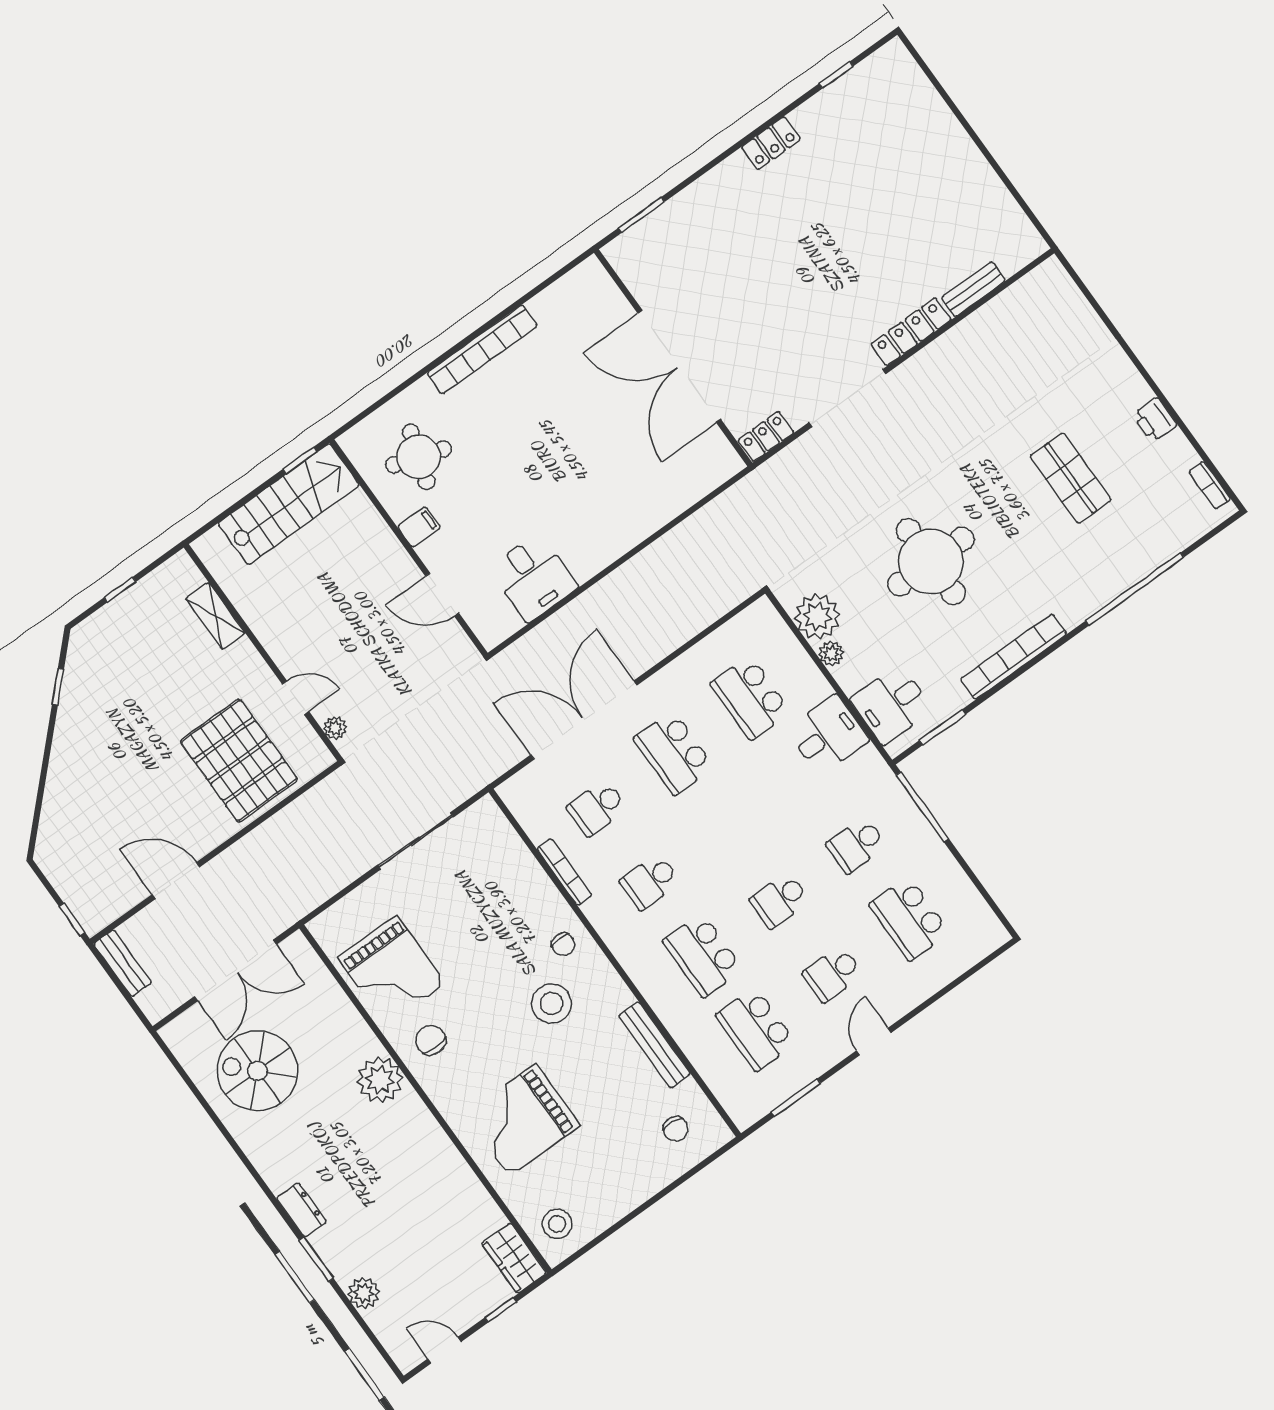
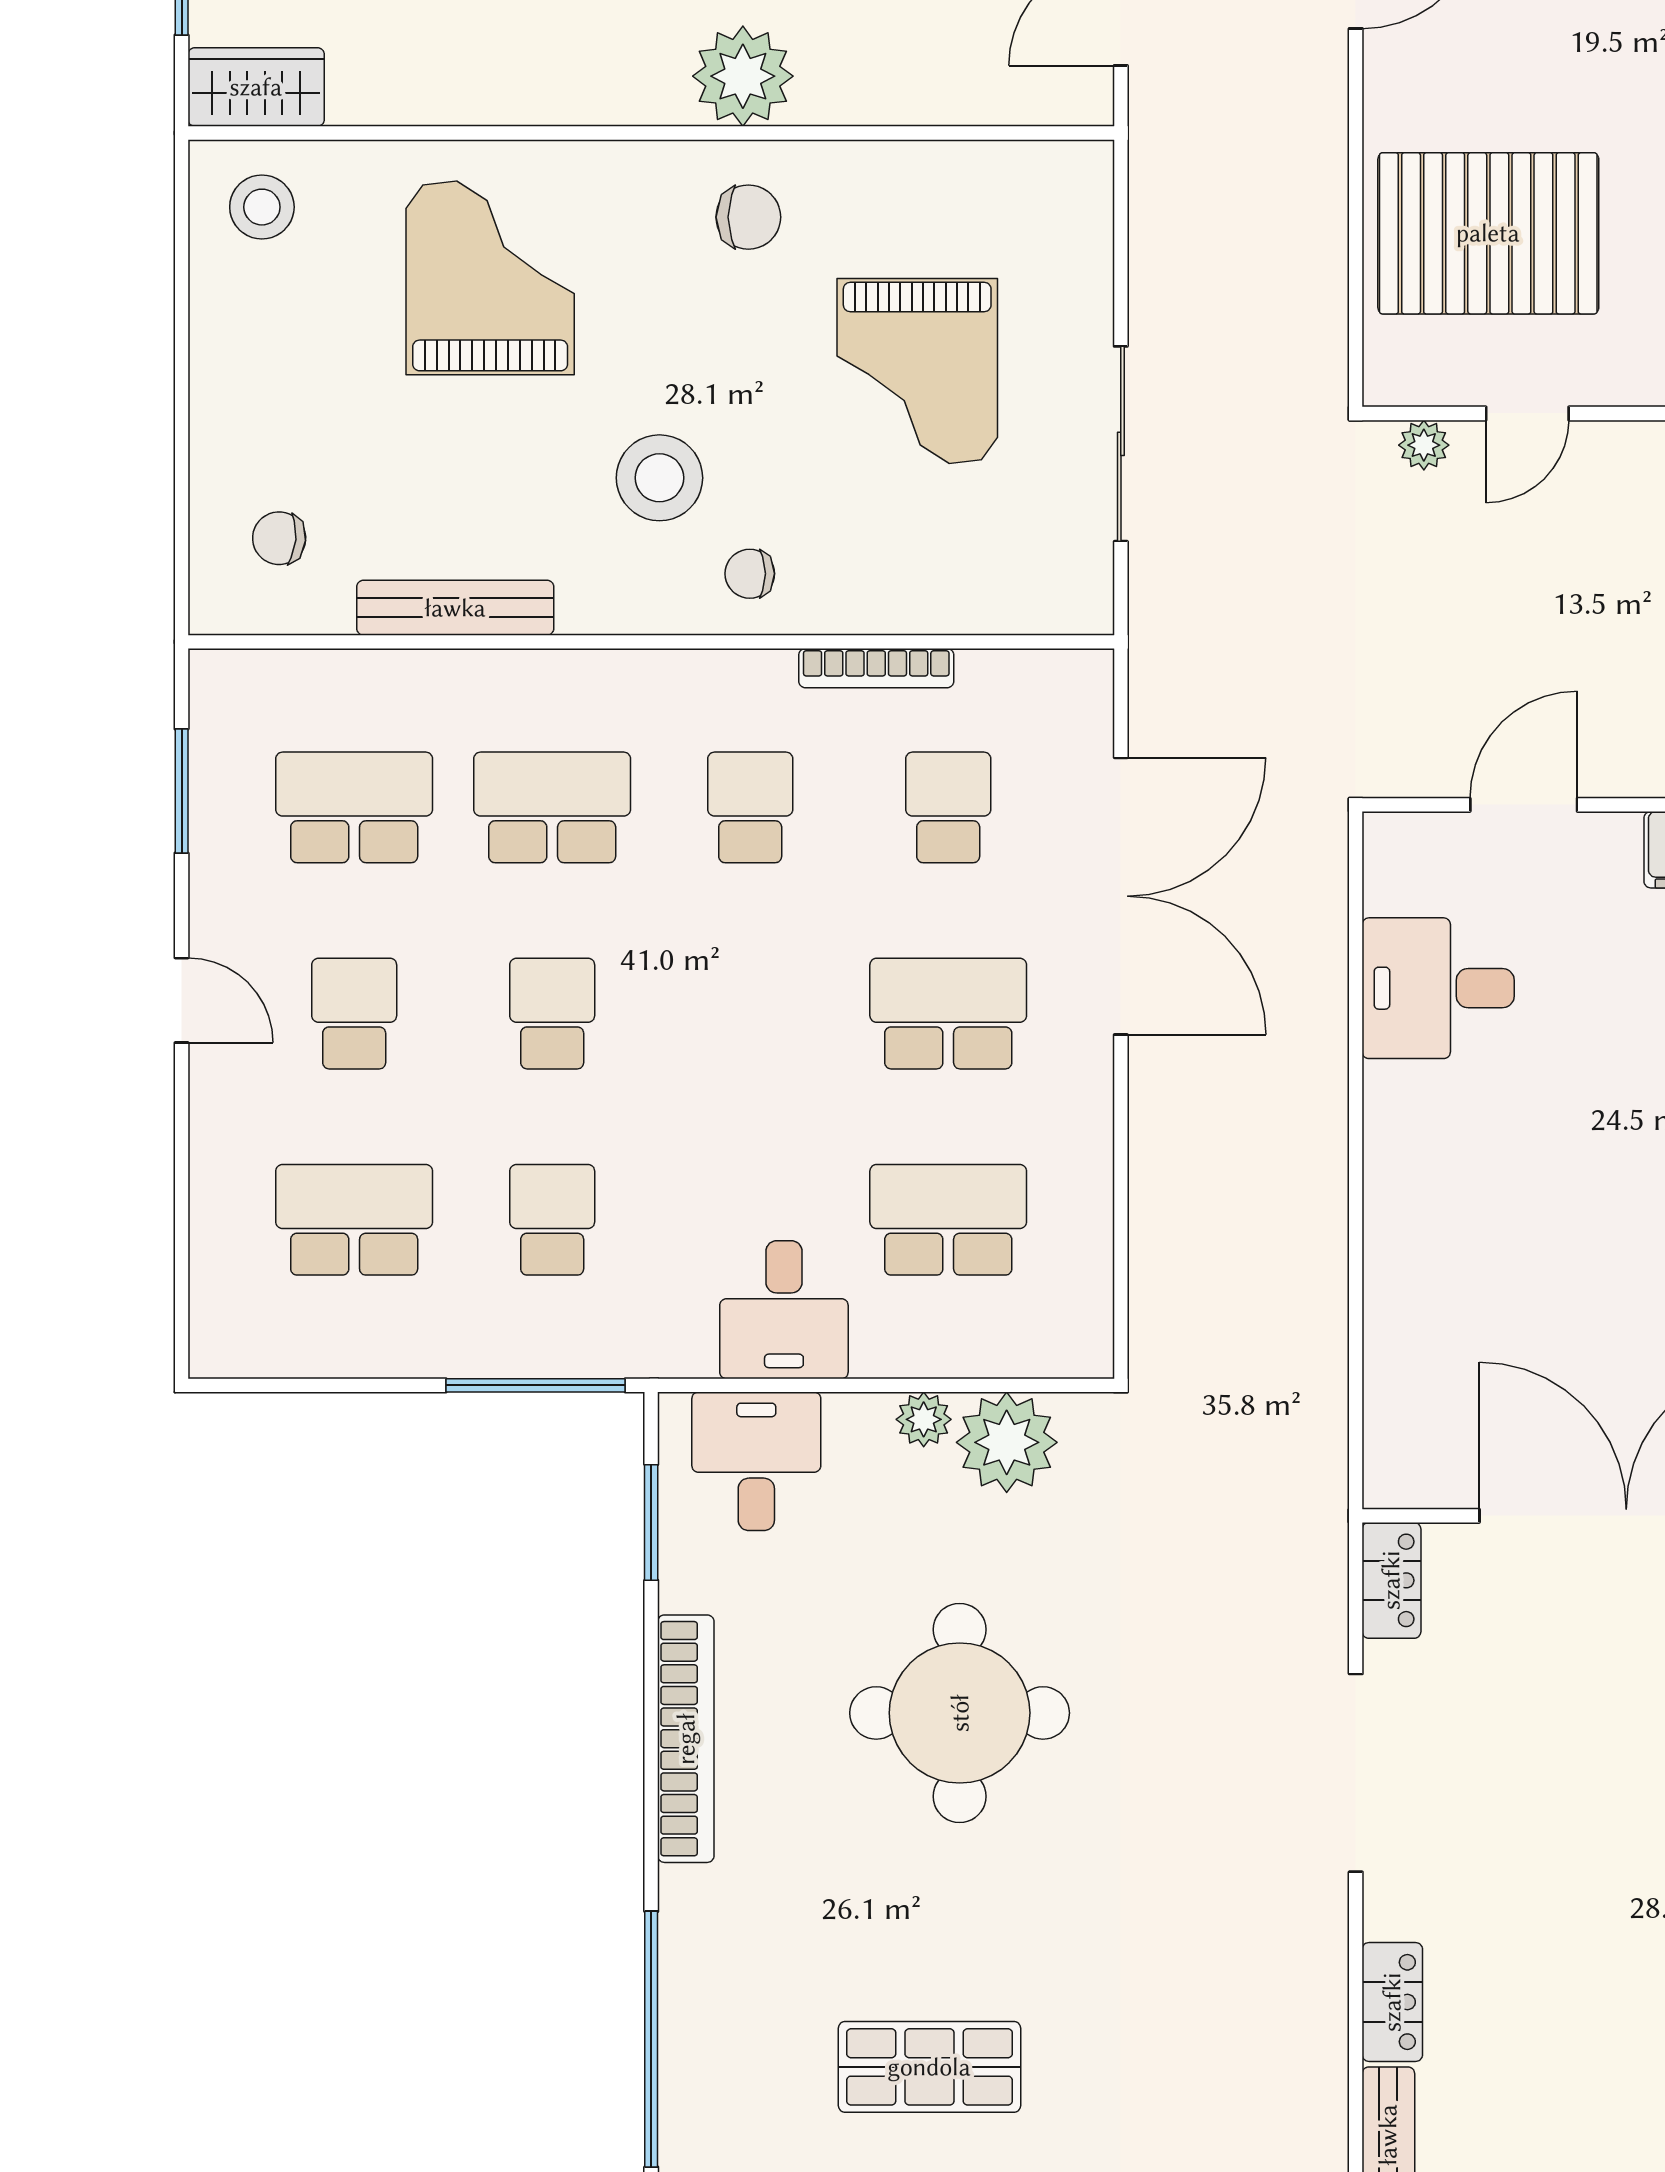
locker: (911, 332) -> (1392, 2002), width x0.66
grand piano: (392, 970) -> (917, 371), moved, turned -90

